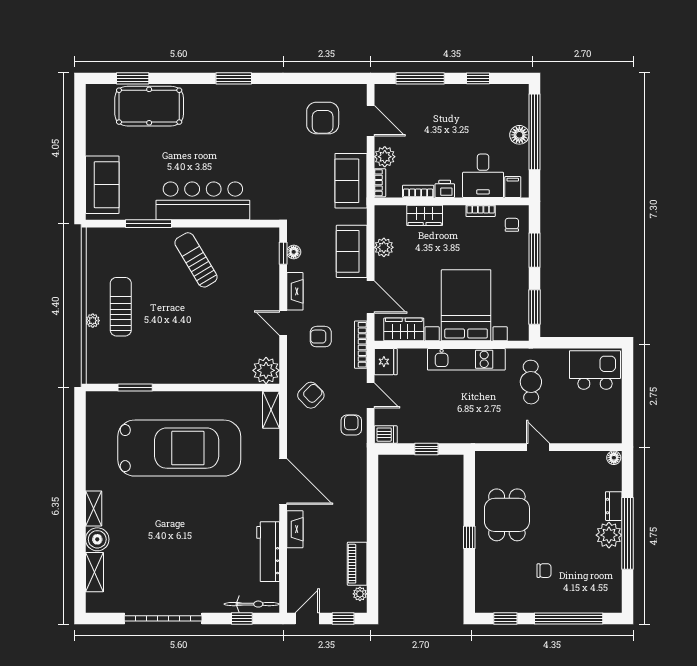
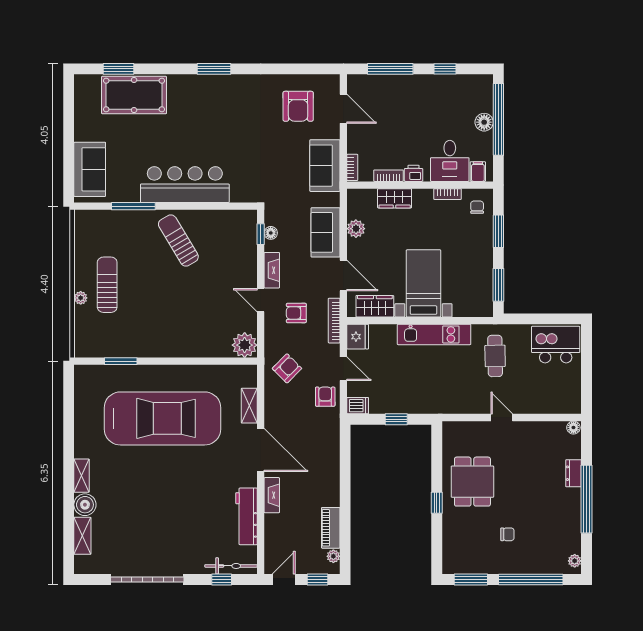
plant: (385, 157) -> (357, 143), removed
bed with nightstands: (466, 305) -> (423, 283), width x0.73
shelving: (271, 410) -> (249, 406), moved
plant: (609, 535) -> (575, 561), moved, width x0.53, depth x0.53
window: (505, 618) -> (471, 580), width x1.50

